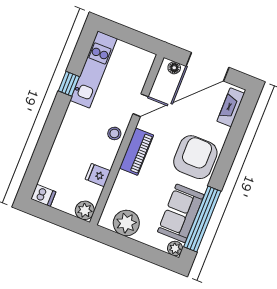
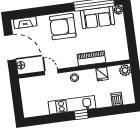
kitchen unit: (94, 70) -> (72, 105), moved
window: (69, 84) -> (81, 115), moved
piano: (136, 152) -> (91, 58), moved
dishwasher: (43, 195) -> (117, 99), moved
plant: (126, 223) -> (119, 44), removed

